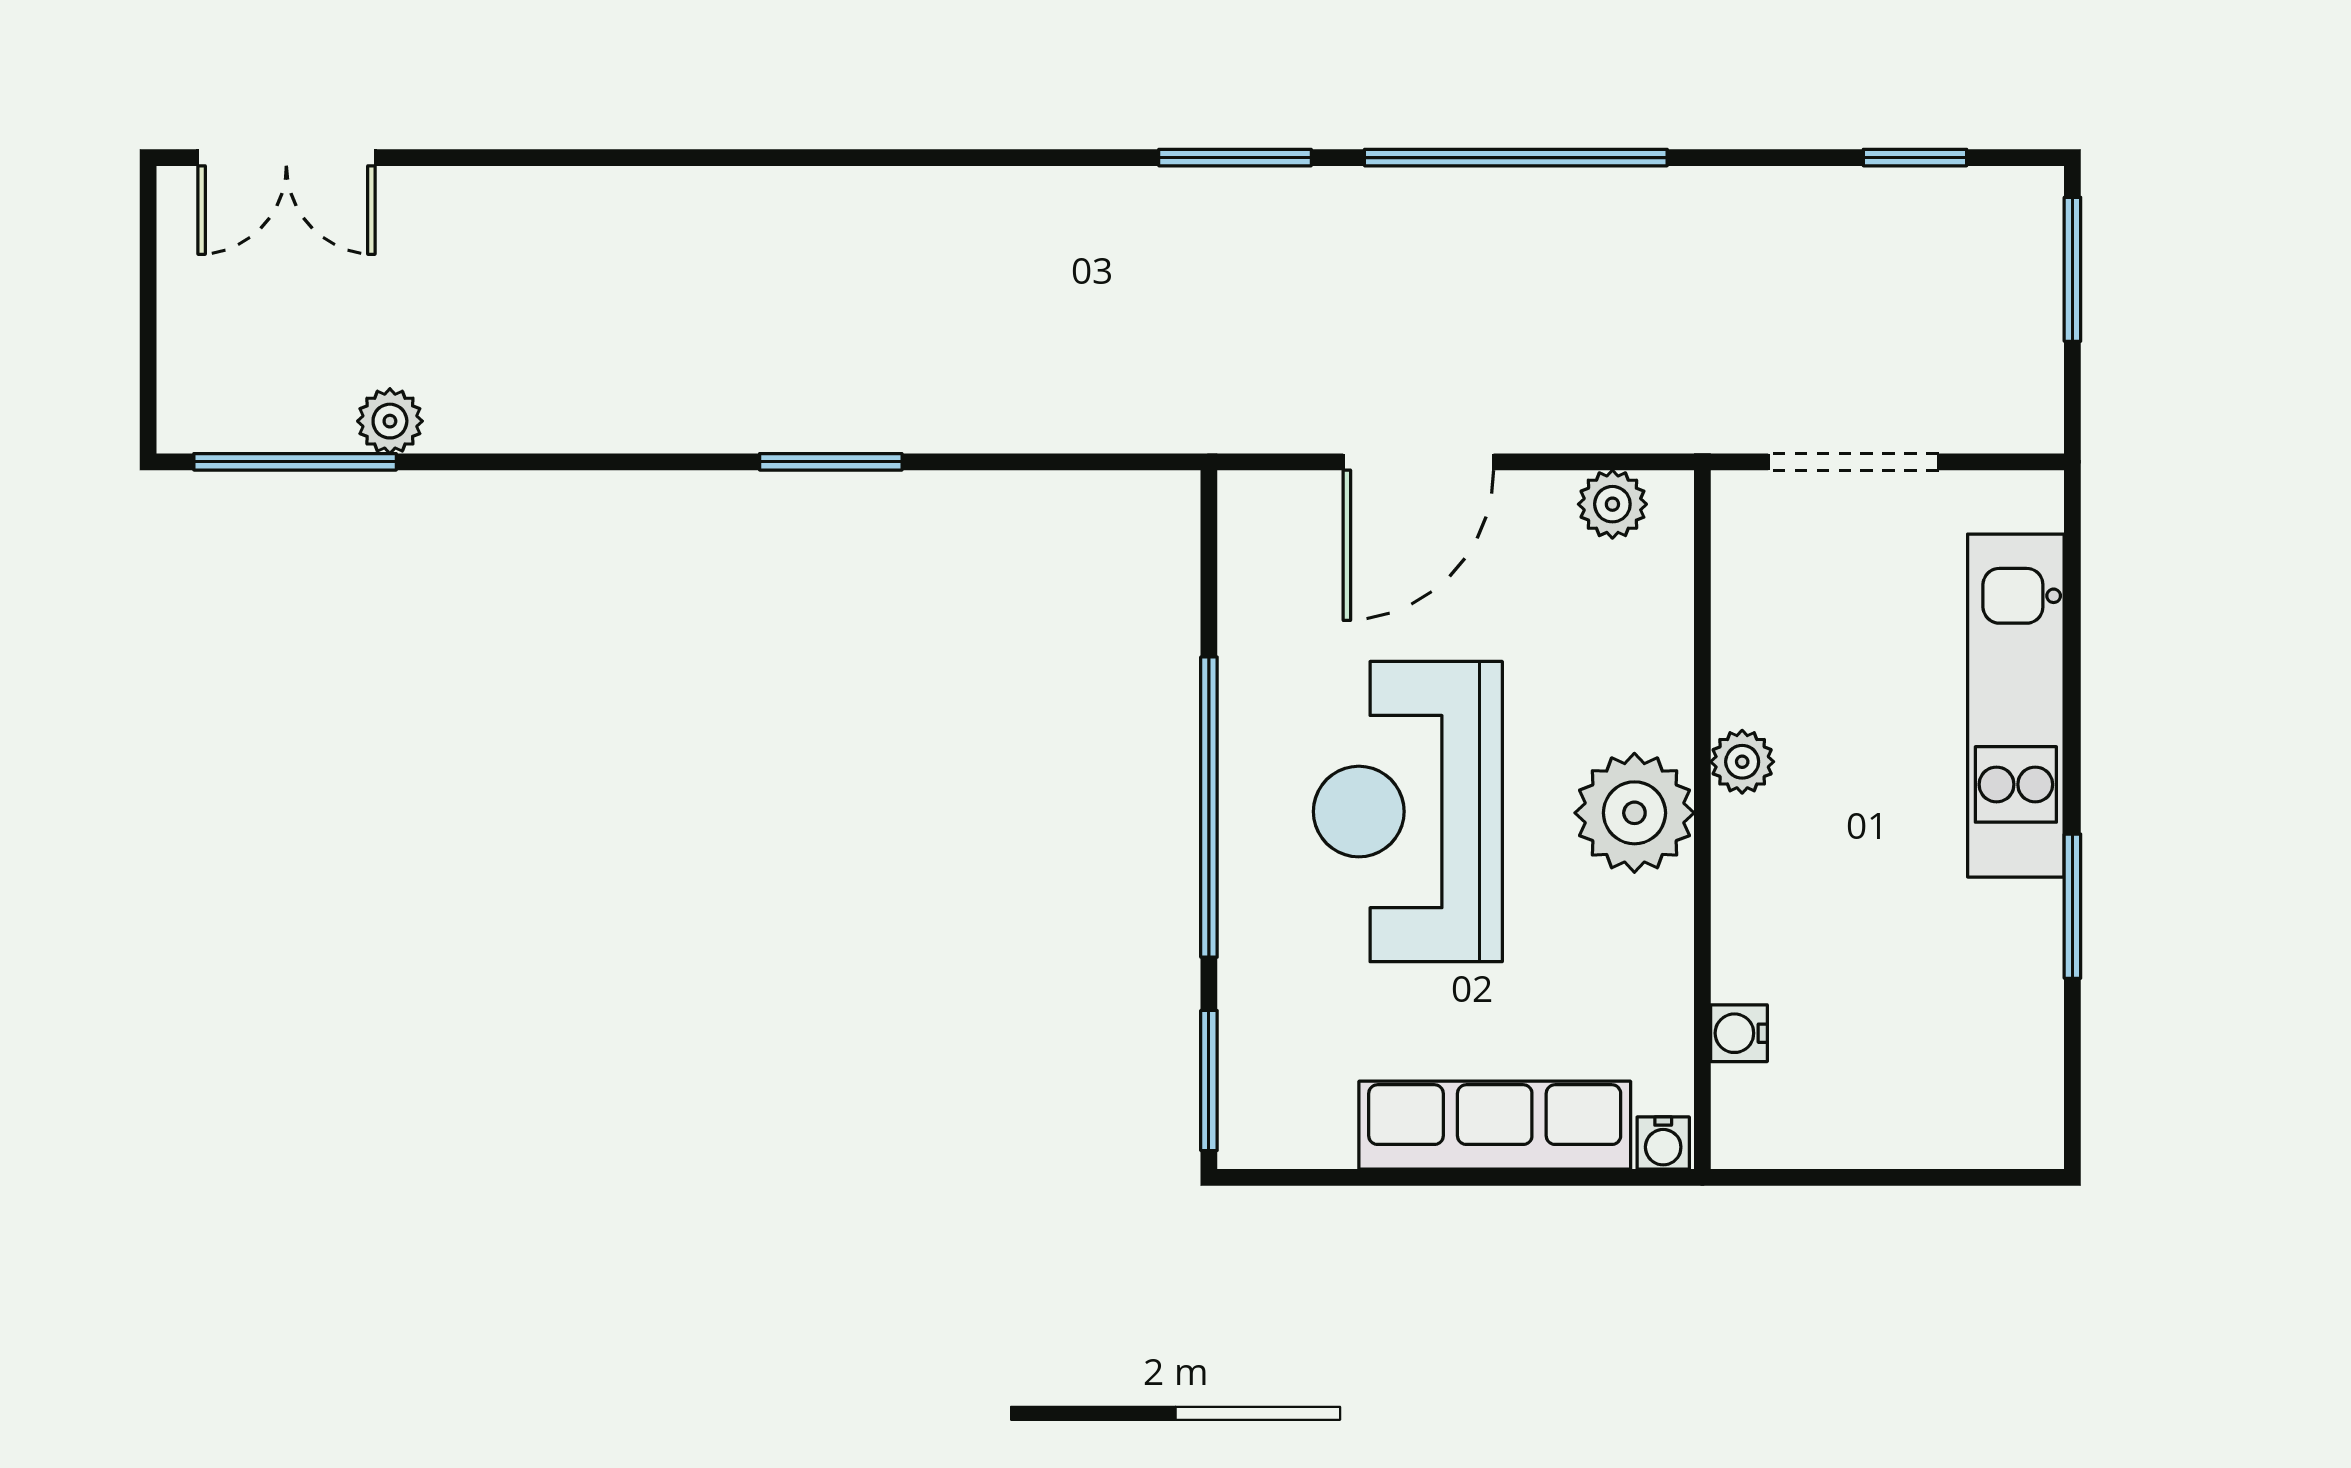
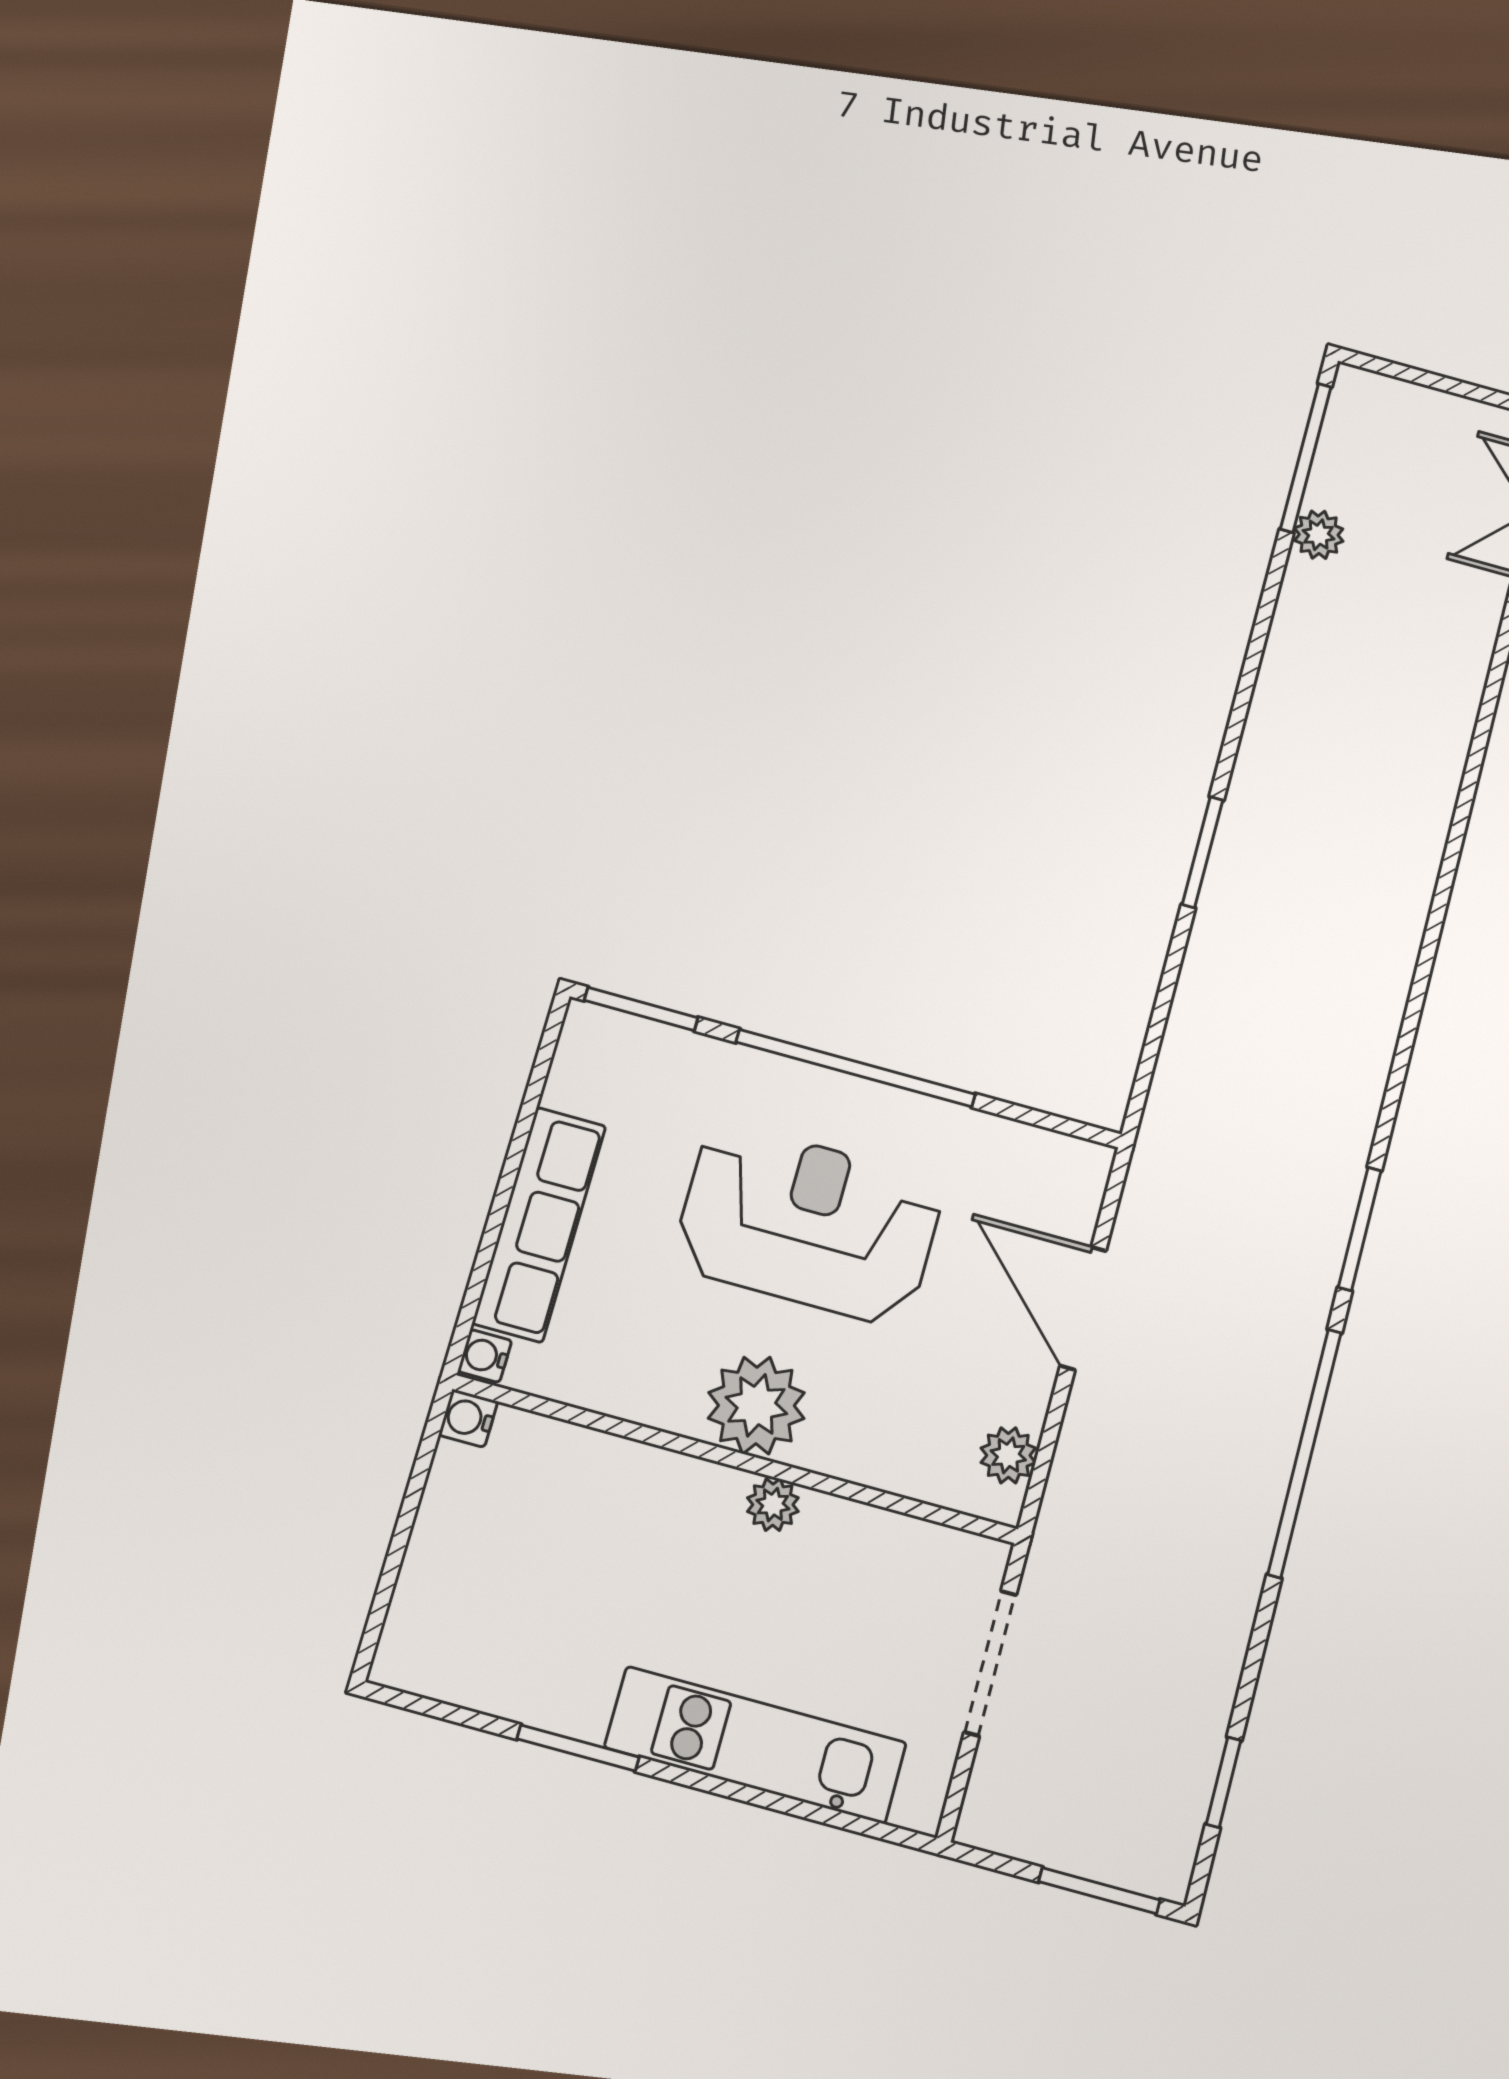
water cooler: (1739, 1033) -> (468, 1418), moved, turned -90

